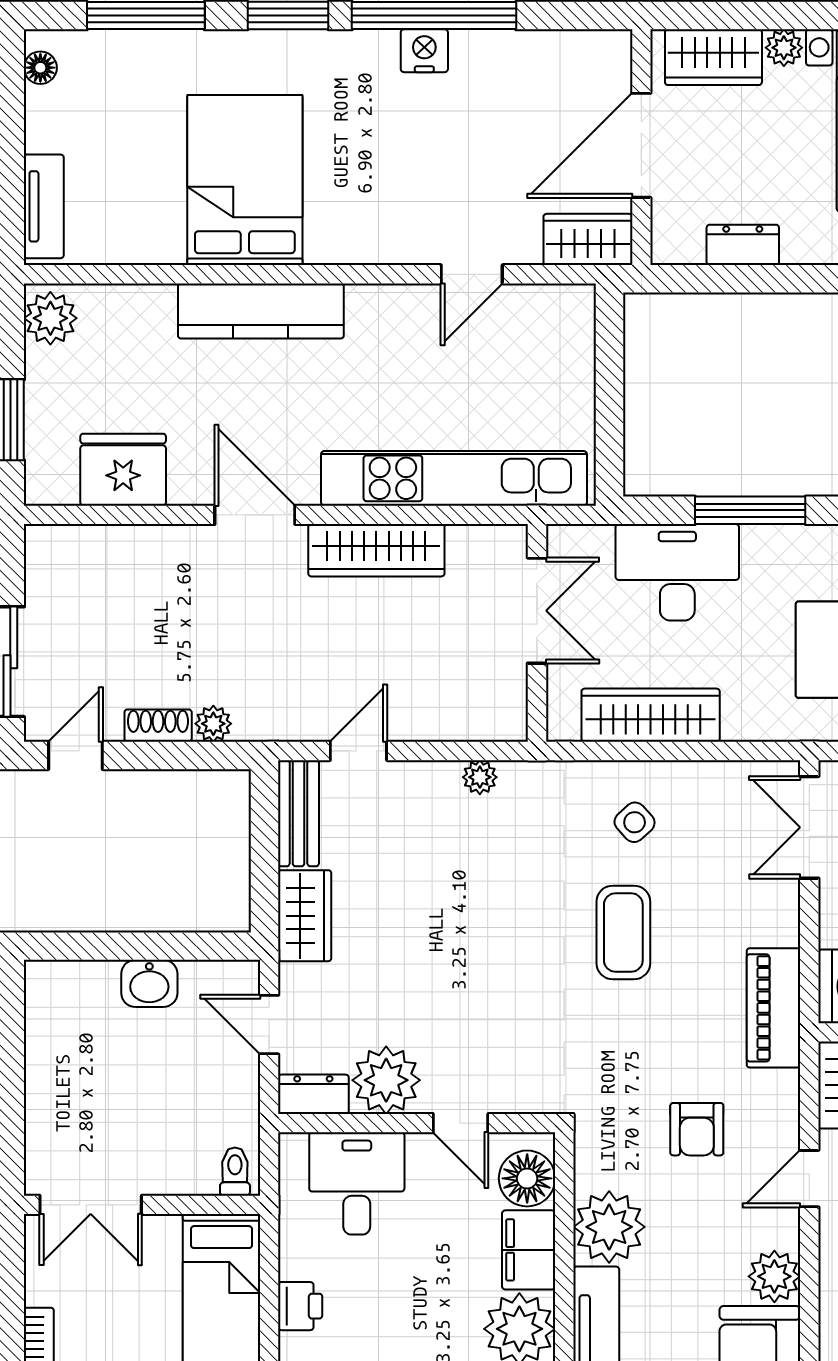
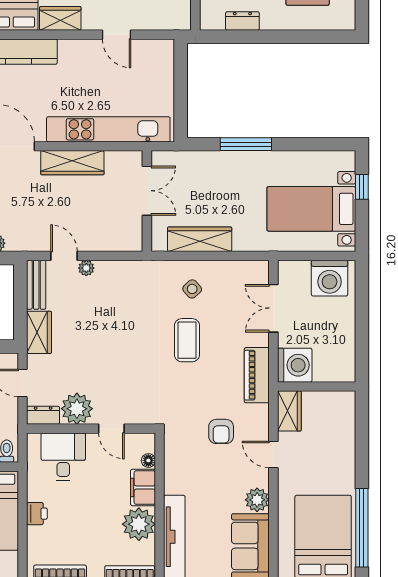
wardrobe: (588, 239) -> (60, 18), moved
door: (472, 274) -> (117, 35), hinge flipped
desk: (677, 572) -> (212, 173), removed
door: (358, 751) -> (64, 256), hinge flipped
plant: (480, 777) -> (86, 268), moved
double door: (809, 827) -> (273, 308), moved
floor lamp: (527, 1178) -> (148, 460), width x0.53, depth x0.53
door: (809, 1179) -> (273, 454), hinge flipped
plant: (609, 1227) -> (180, 477), removed

